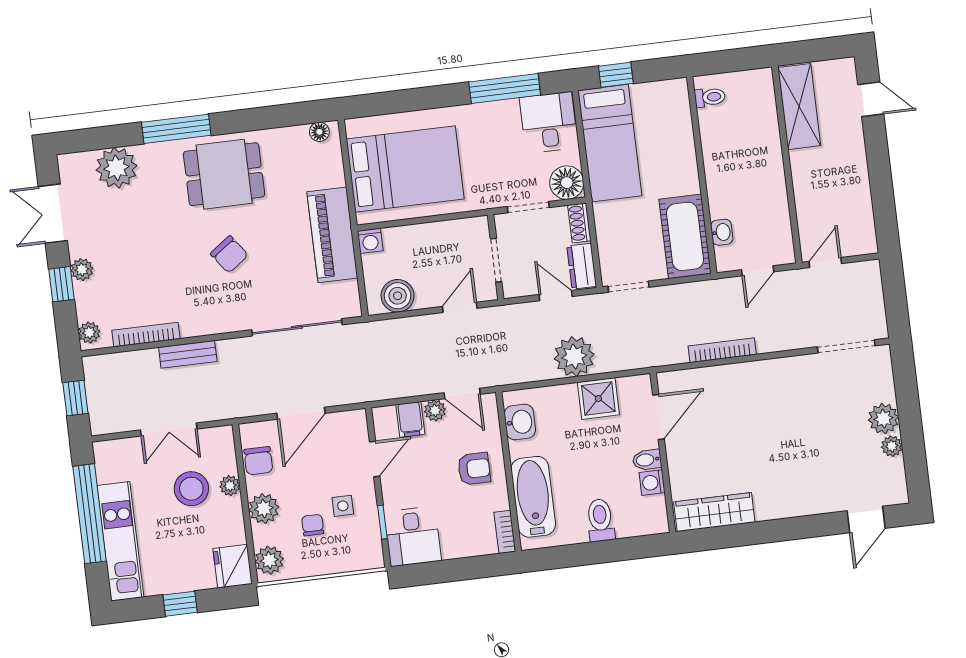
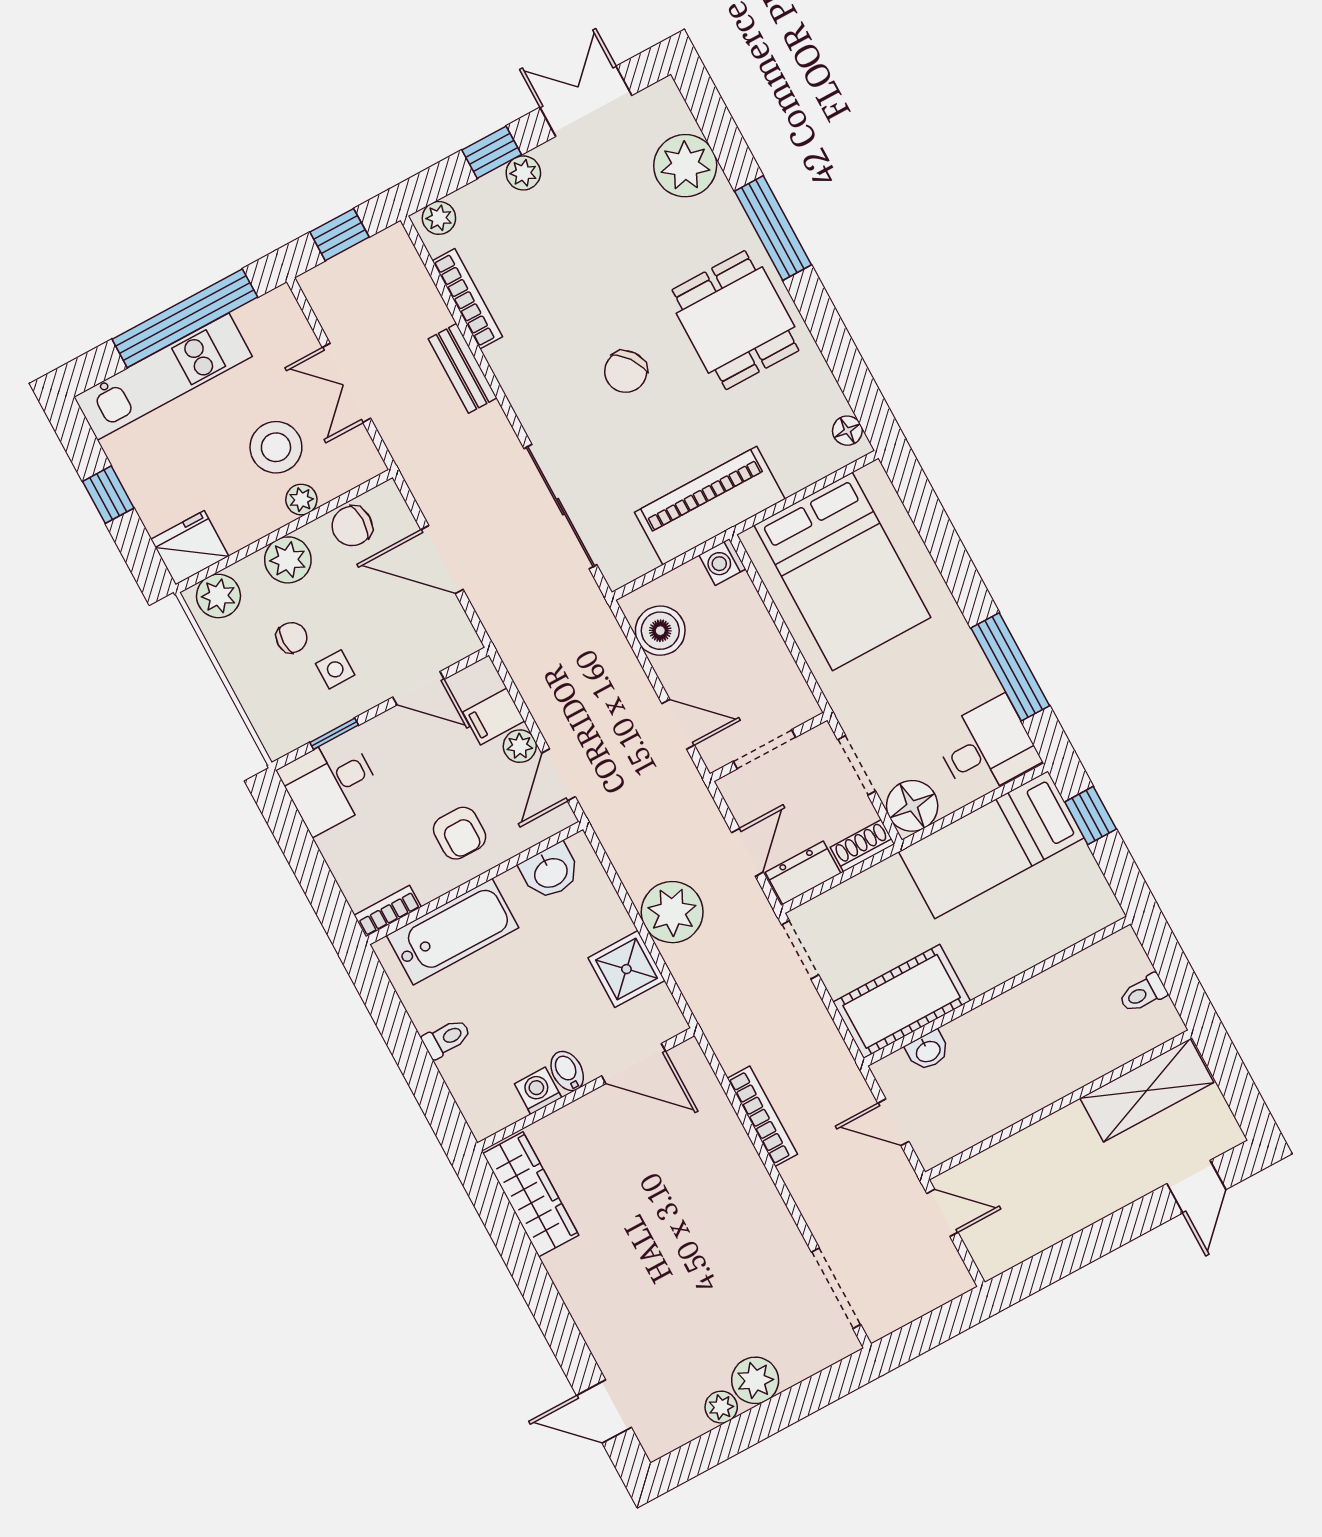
toilet: (710, 97) -> (1143, 993), moved, turned 90
toilet: (600, 520) -> (447, 1038), width x0.73, depth x0.72

